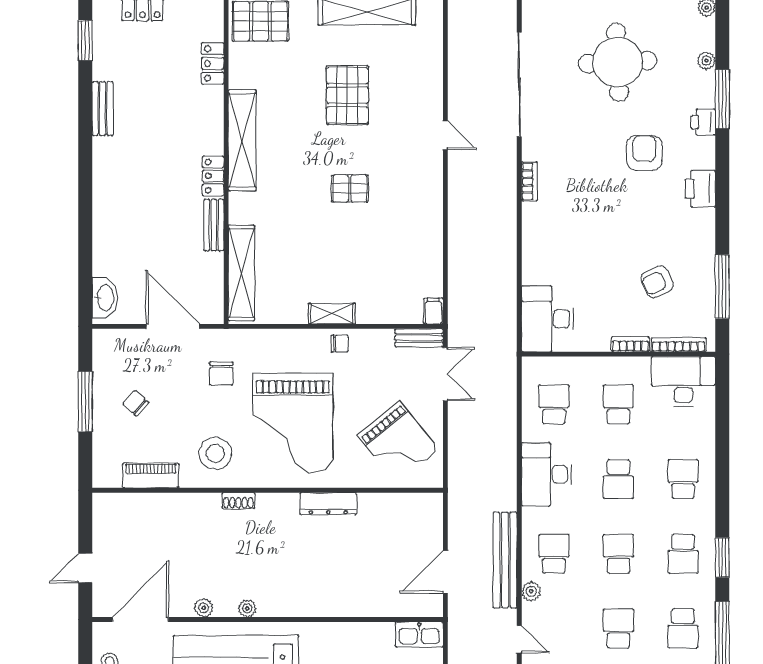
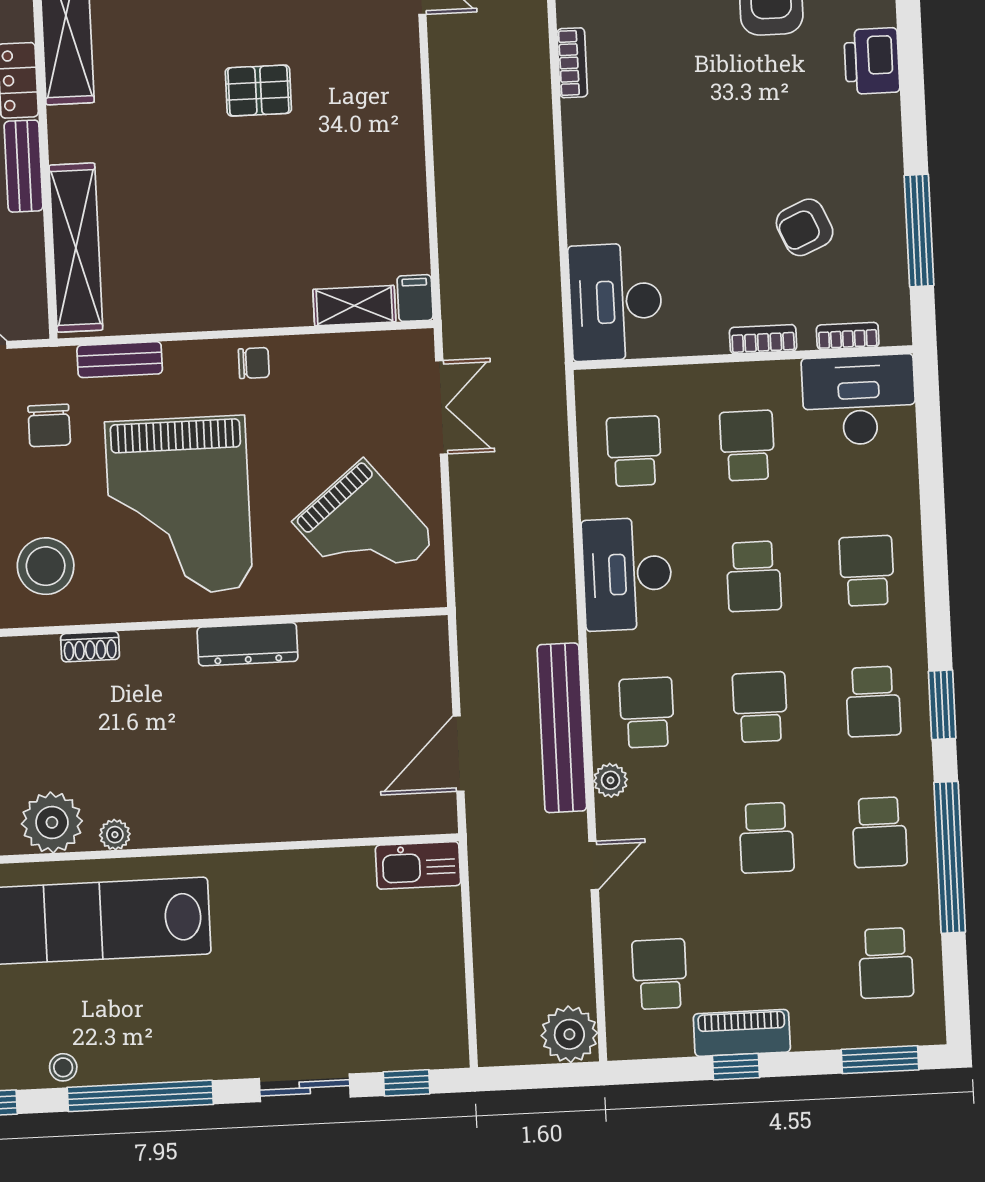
shelving: (332, 314) -> (354, 306), moved
bench: (419, 338) -> (120, 360), moved
bookcase: (679, 345) -> (848, 336), width x0.64
plant: (204, 608) -> (52, 822), width x1.88, depth x1.88
school desk: (618, 628) -> (766, 838), turned 180
door: (519, 639) -> (594, 865), hinge flipped

